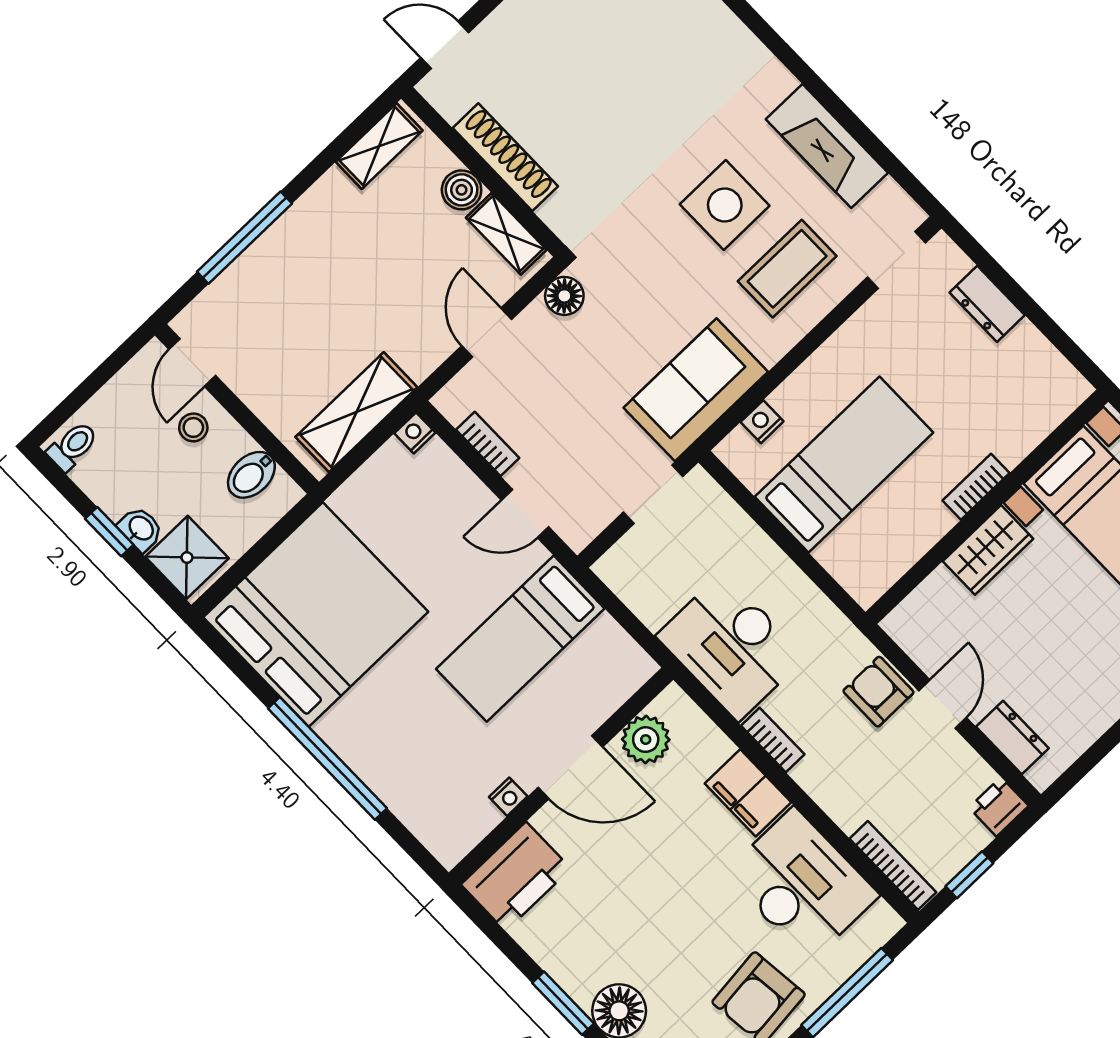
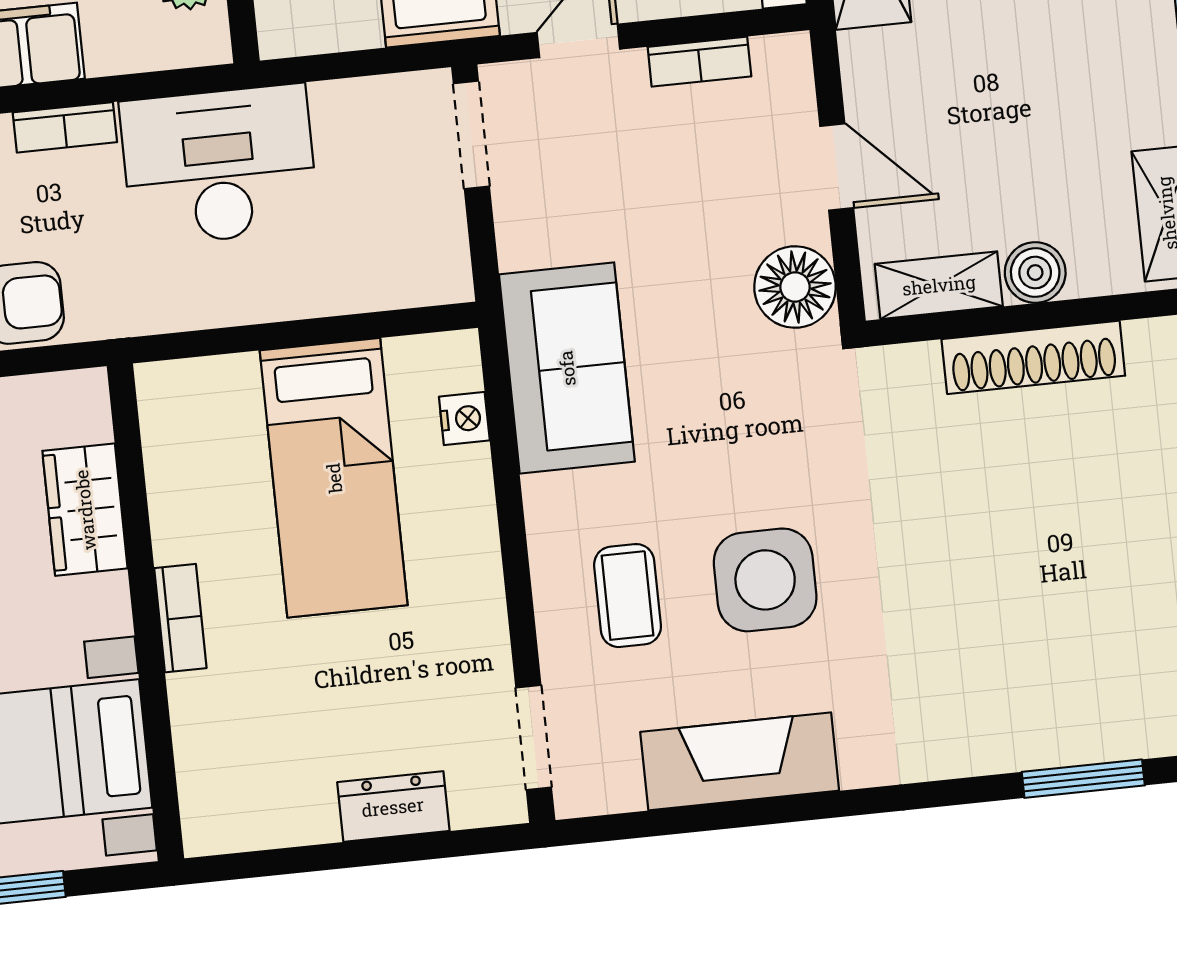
coffee table: (787, 269) -> (628, 596), width x0.73, depth x0.77
floor lamp: (564, 296) -> (795, 287), width x1.38, depth x1.38
doorway: (653, 494) -> (471, 135), moved
wardrobe: (988, 550) -> (85, 510), moved

